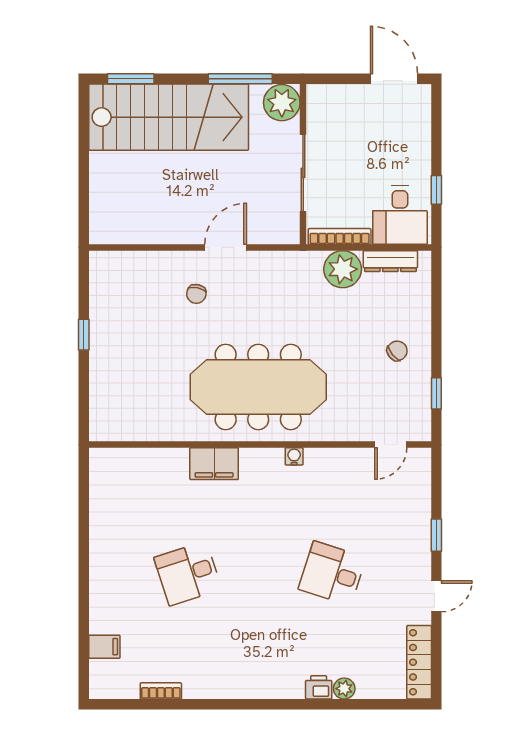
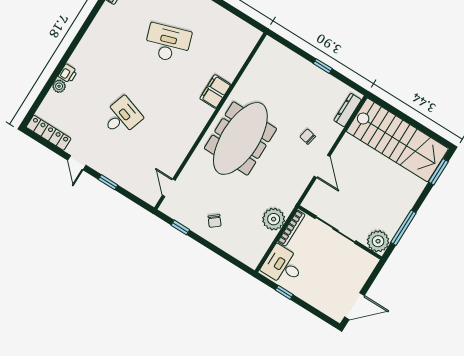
stairs: (169, 117) -> (397, 140), moved, turned -90
dresser: (390, 261) -> (348, 110), moved
water cooler: (294, 456) -> (194, 135), removed
desk: (188, 573) -> (168, 43), width x1.37

